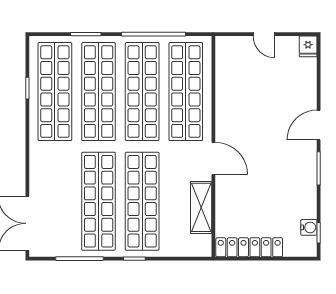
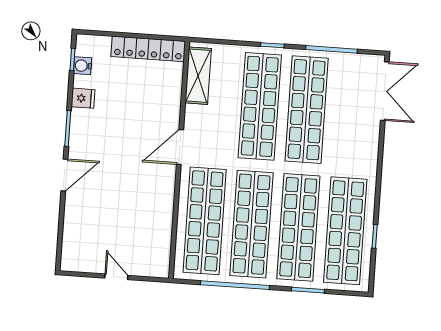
fridge: (308, 46) -> (83, 98), moved, turned 90
door: (213, 158) -> (180, 147), hinge flipped
shelving: (201, 207) -> (198, 76), moved

